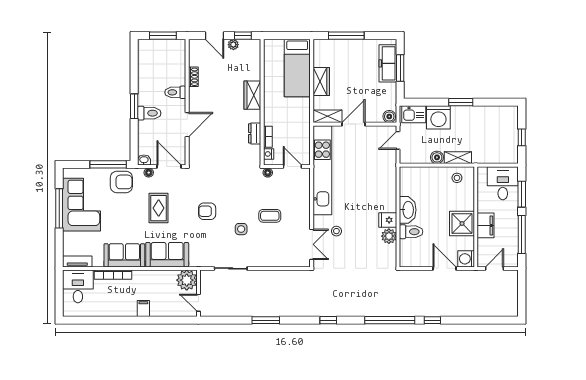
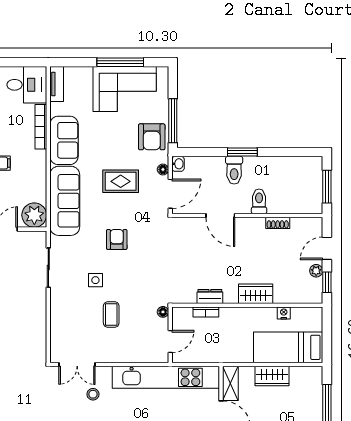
nightstand: (269, 154) -> (284, 313), moved
sofa: (167, 255) -> (65, 201), width x1.36

